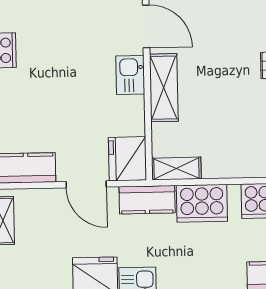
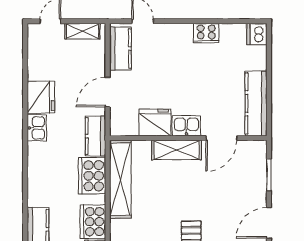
fridge: (127, 159) -> (155, 122), moved
shelving: (176, 169) -> (120, 179), width x2.20, depth x1.33

